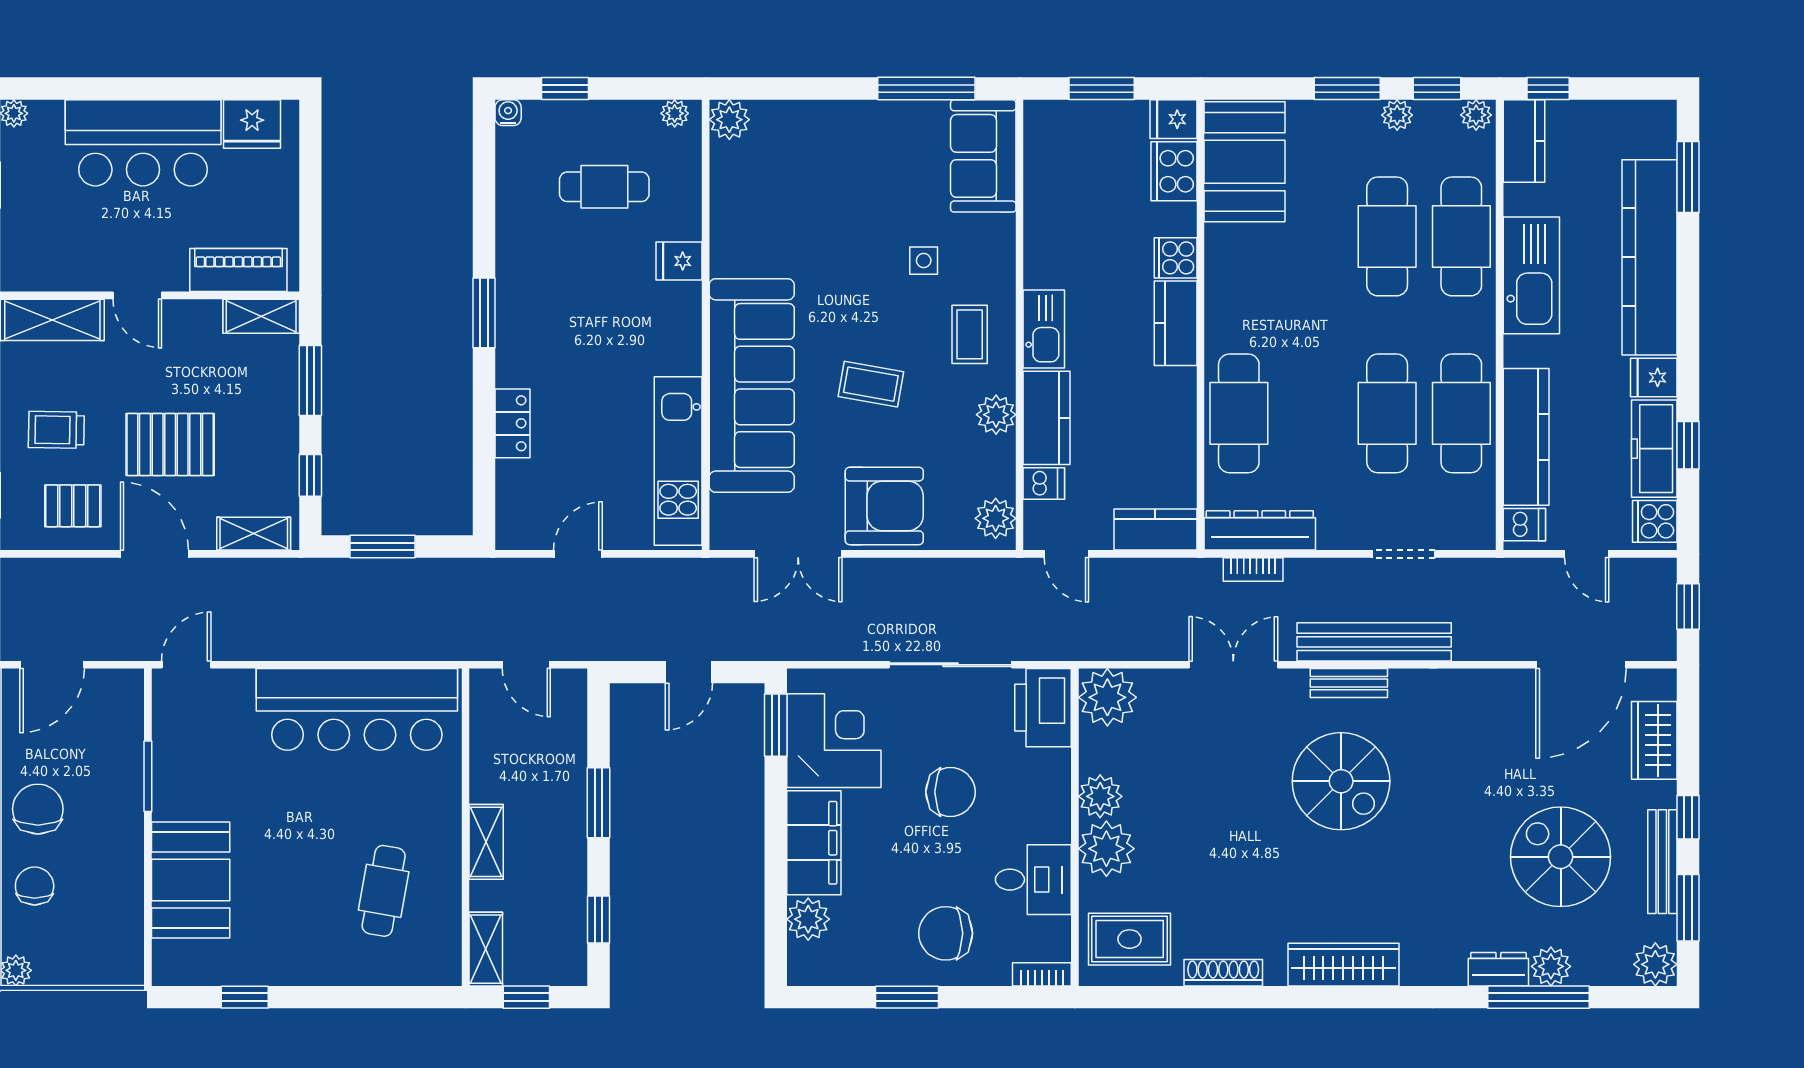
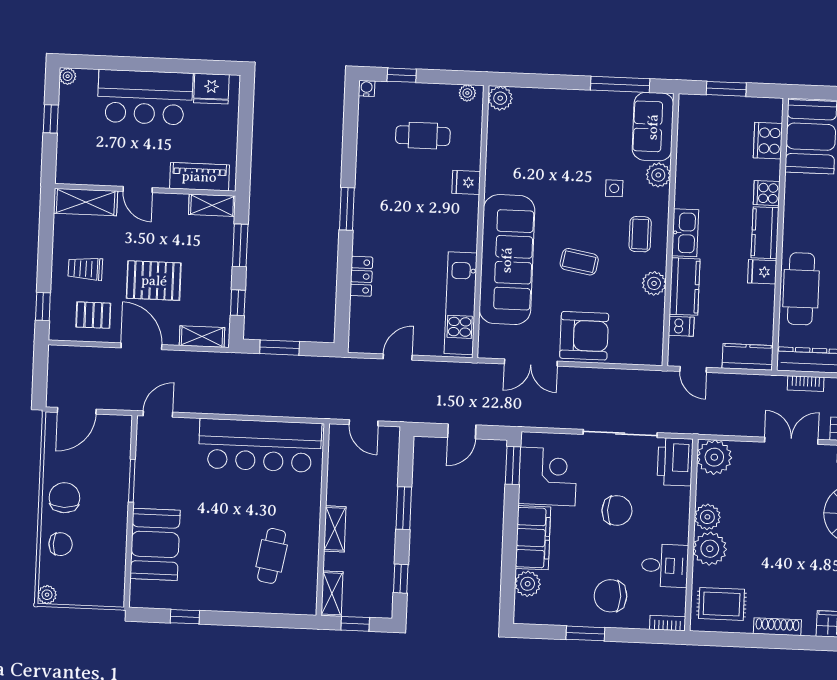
fridge: (1174, 119) -> (762, 272), moved
plant: (996, 518) -> (658, 175), moved
chair: (35, 886) -> (61, 544), turned 90

